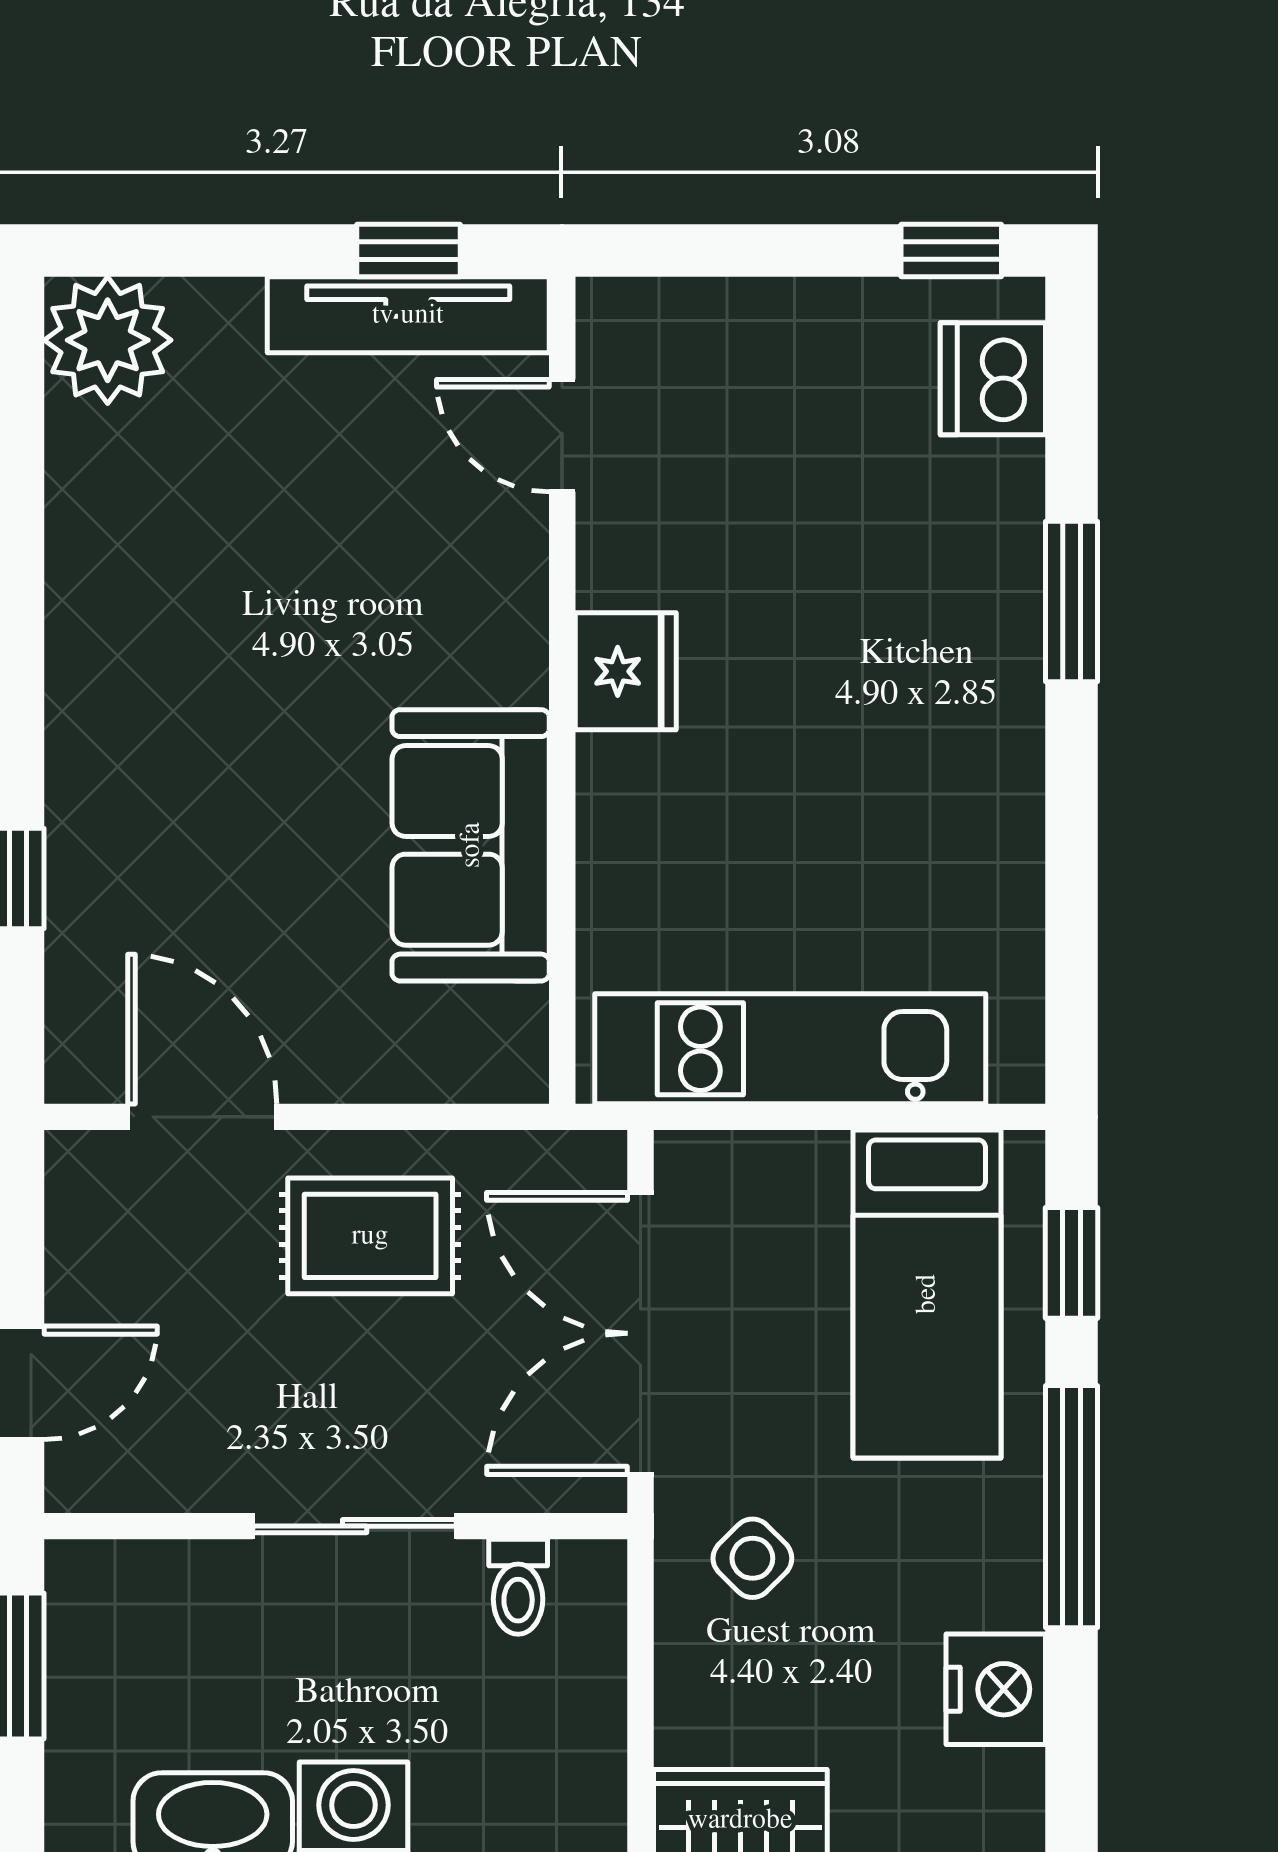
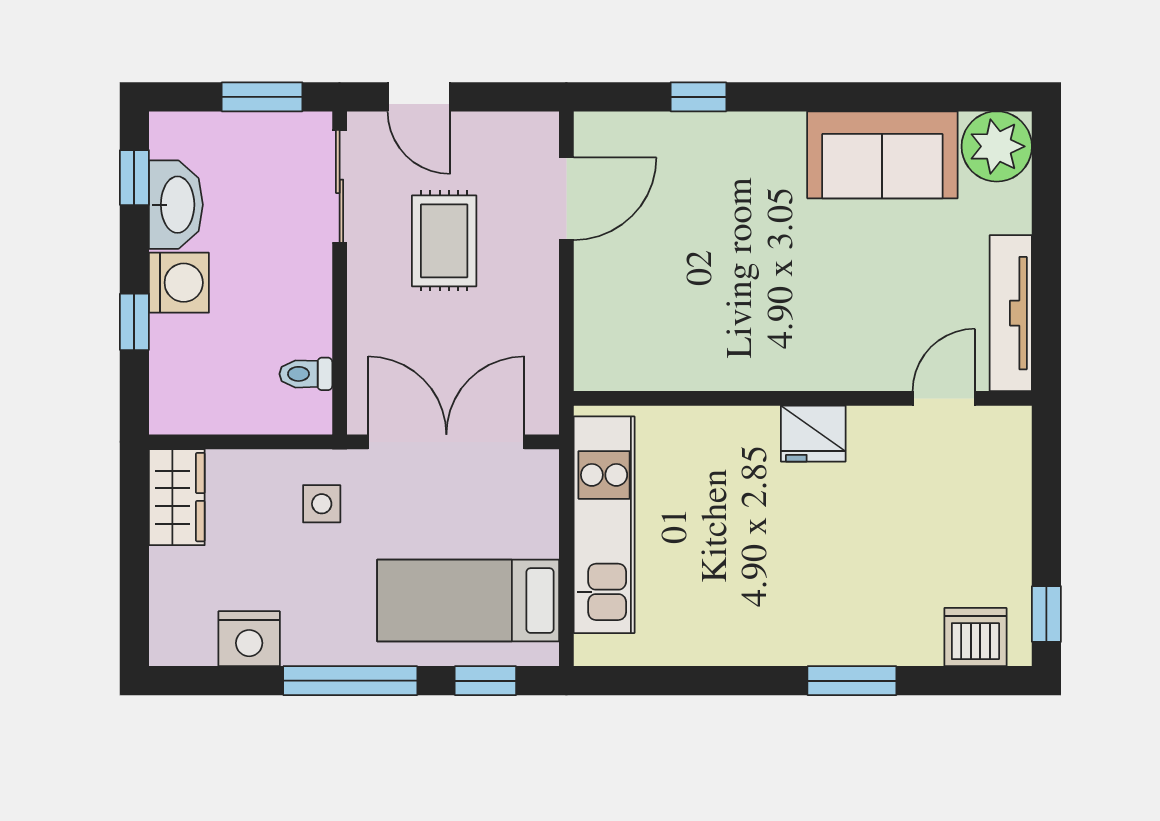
window: (409, 251) -> (1046, 313), removed
sofa: (471, 845) -> (882, 155), moved, turned 180
rug: (370, 1236) -> (444, 241), moved
sliding door: (355, 1526) -> (340, 186), moved
side table: (752, 1558) -> (322, 504), turned 45

